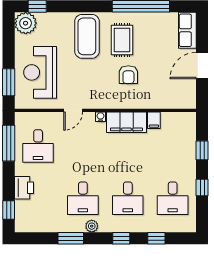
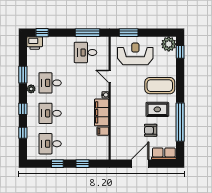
door: (202, 66) -> (140, 164), hinge flipped
armchair: (128, 75) -> (151, 130), moved
printer: (24, 188) -> (35, 43), moved

